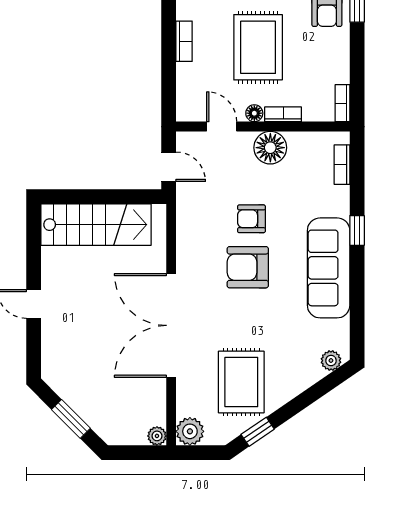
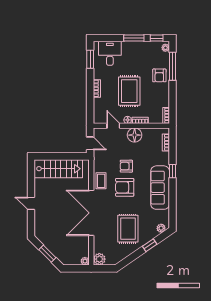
coffee table: (194, 252) -> (101, 181), added
rug: (241, 382) -> (128, 229), moved
window: (258, 432) -> (150, 245), moved

